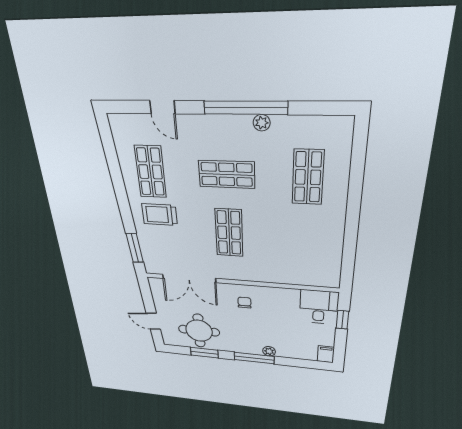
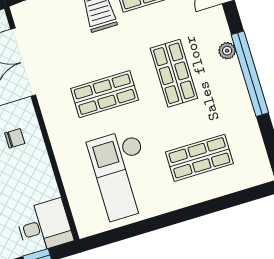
plant: (262, 123) -> (227, 51), moved
checkout: (300, 241) -> (123, 175), added

